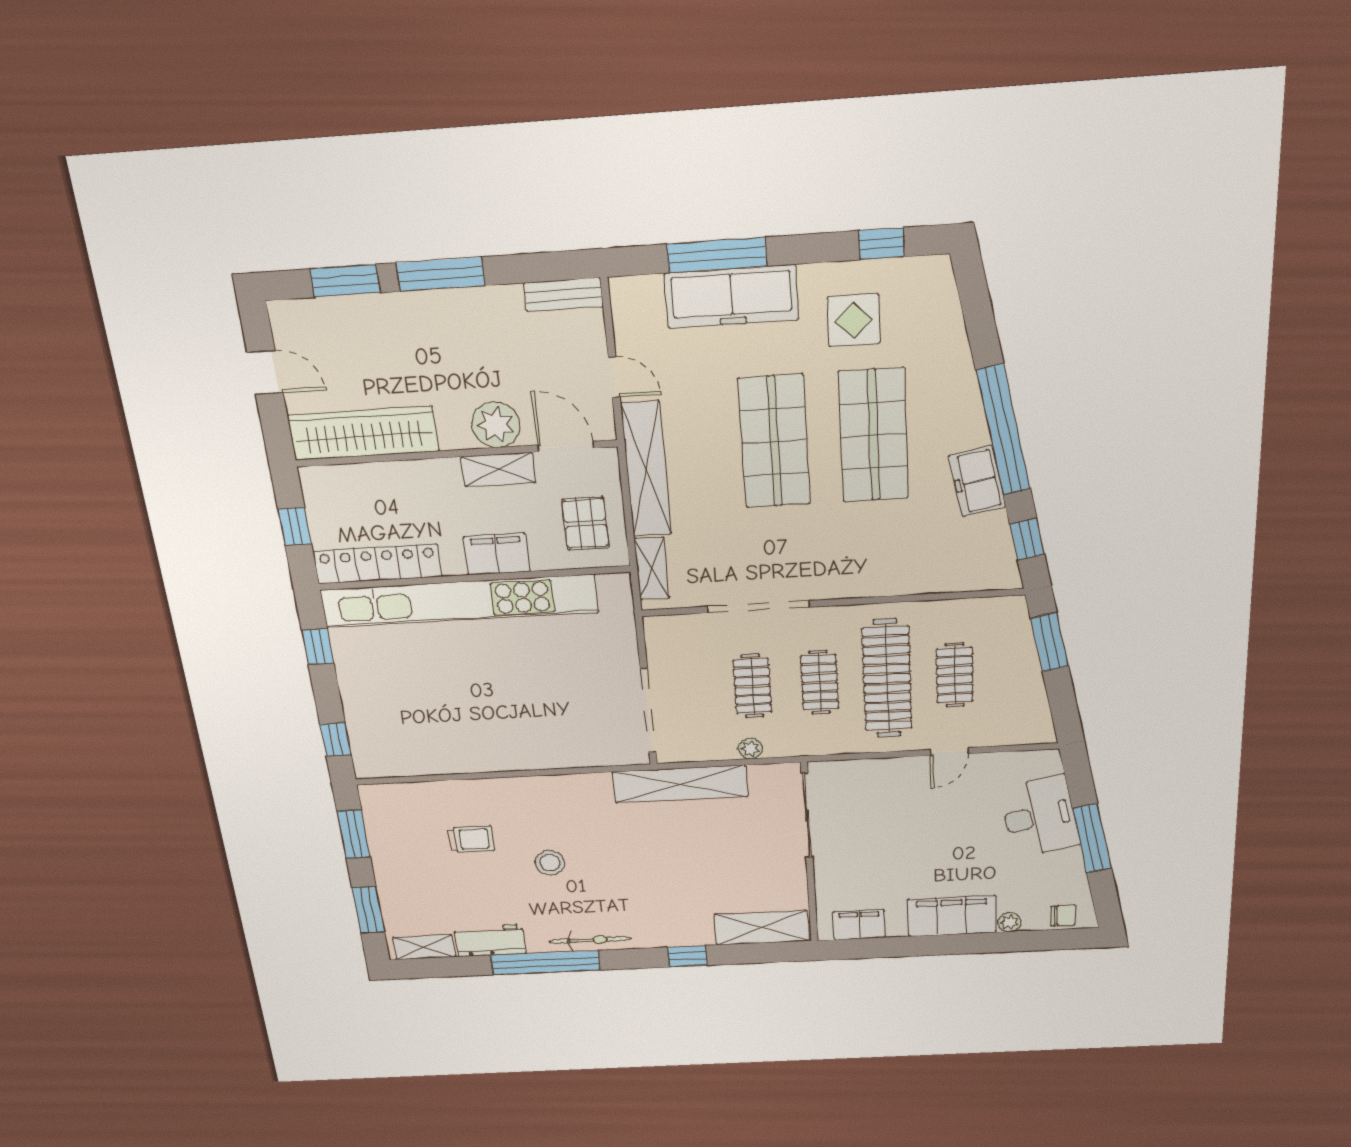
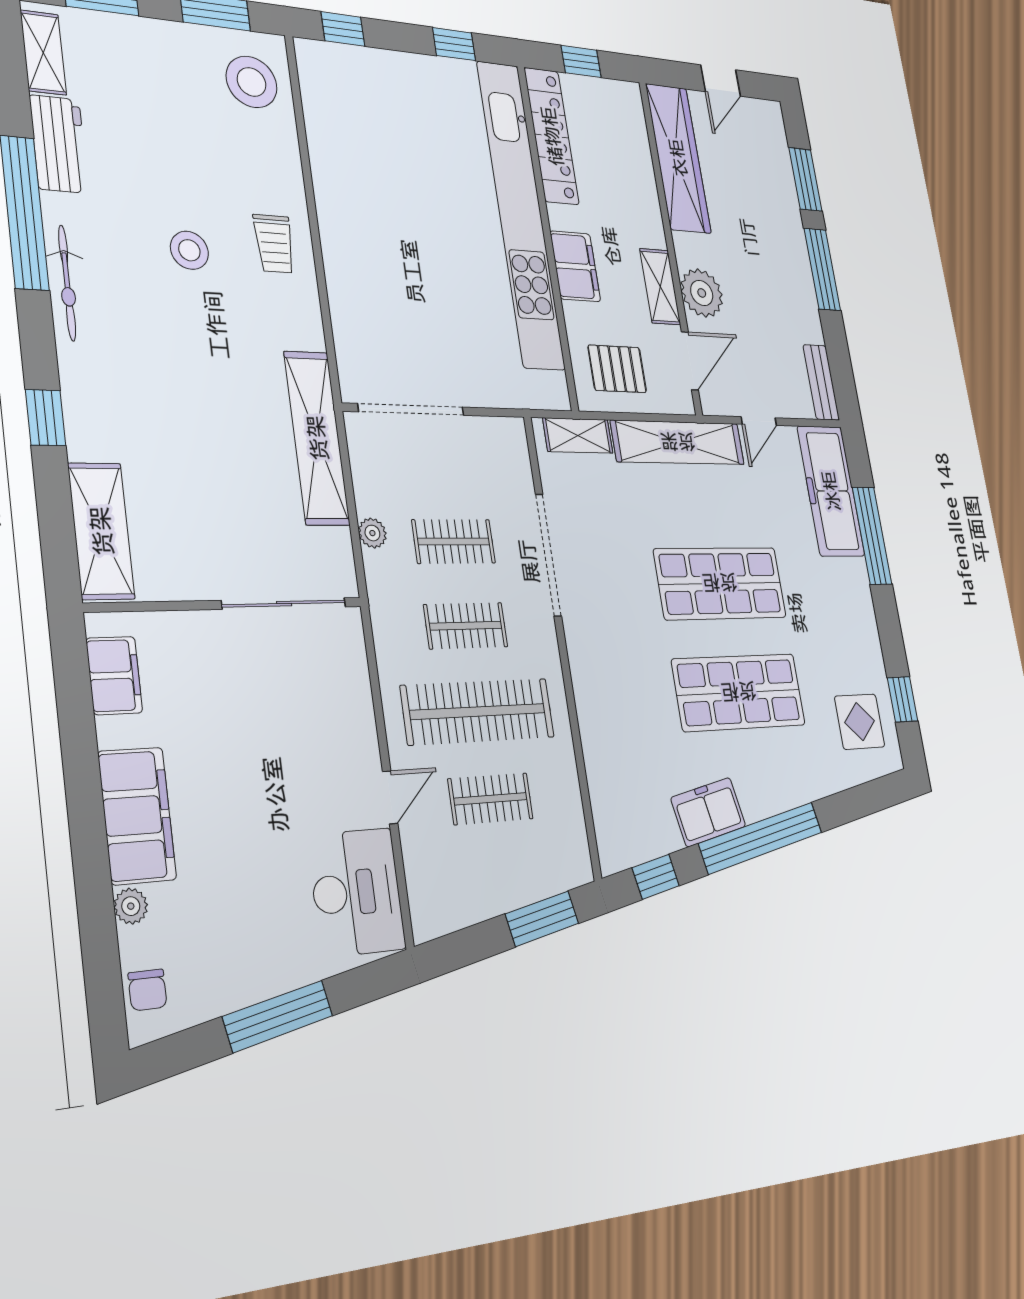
freezer: (732, 297) -> (831, 491), moved
display table: (854, 320) -> (860, 722), moved
door: (949, 752) -> (390, 797), swing flipped
stool: (404, 812) -> (252, 82), added
desk: (1040, 817) -> (357, 892), moved, turned -79
trolley: (471, 839) -> (274, 244), moved

